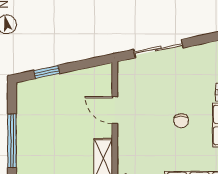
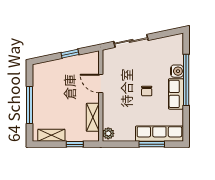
window: (47, 72) -> (70, 54), moved

